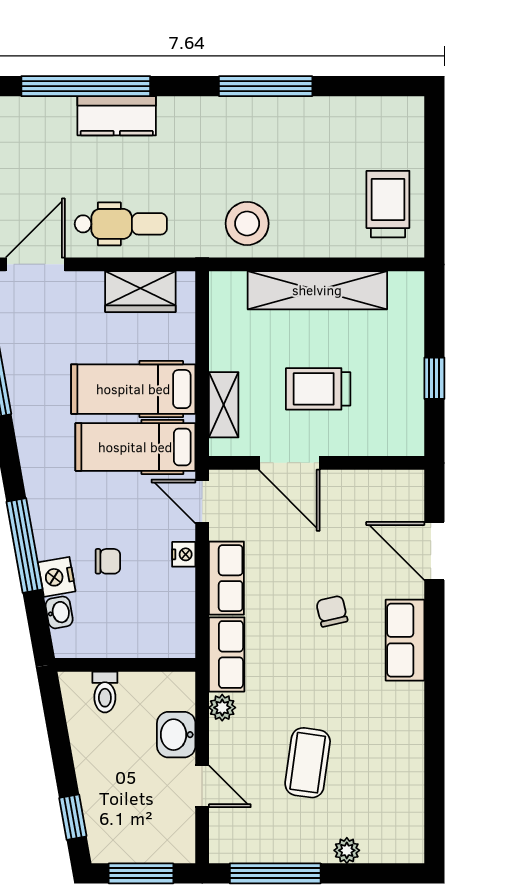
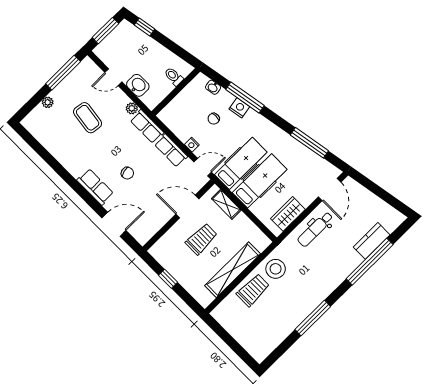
kitchen counter: (117, 116) -> (372, 241), moved
trolley: (388, 204) -> (253, 290), moved, turned -90
nightstand: (57, 577) -> (239, 108), moved

